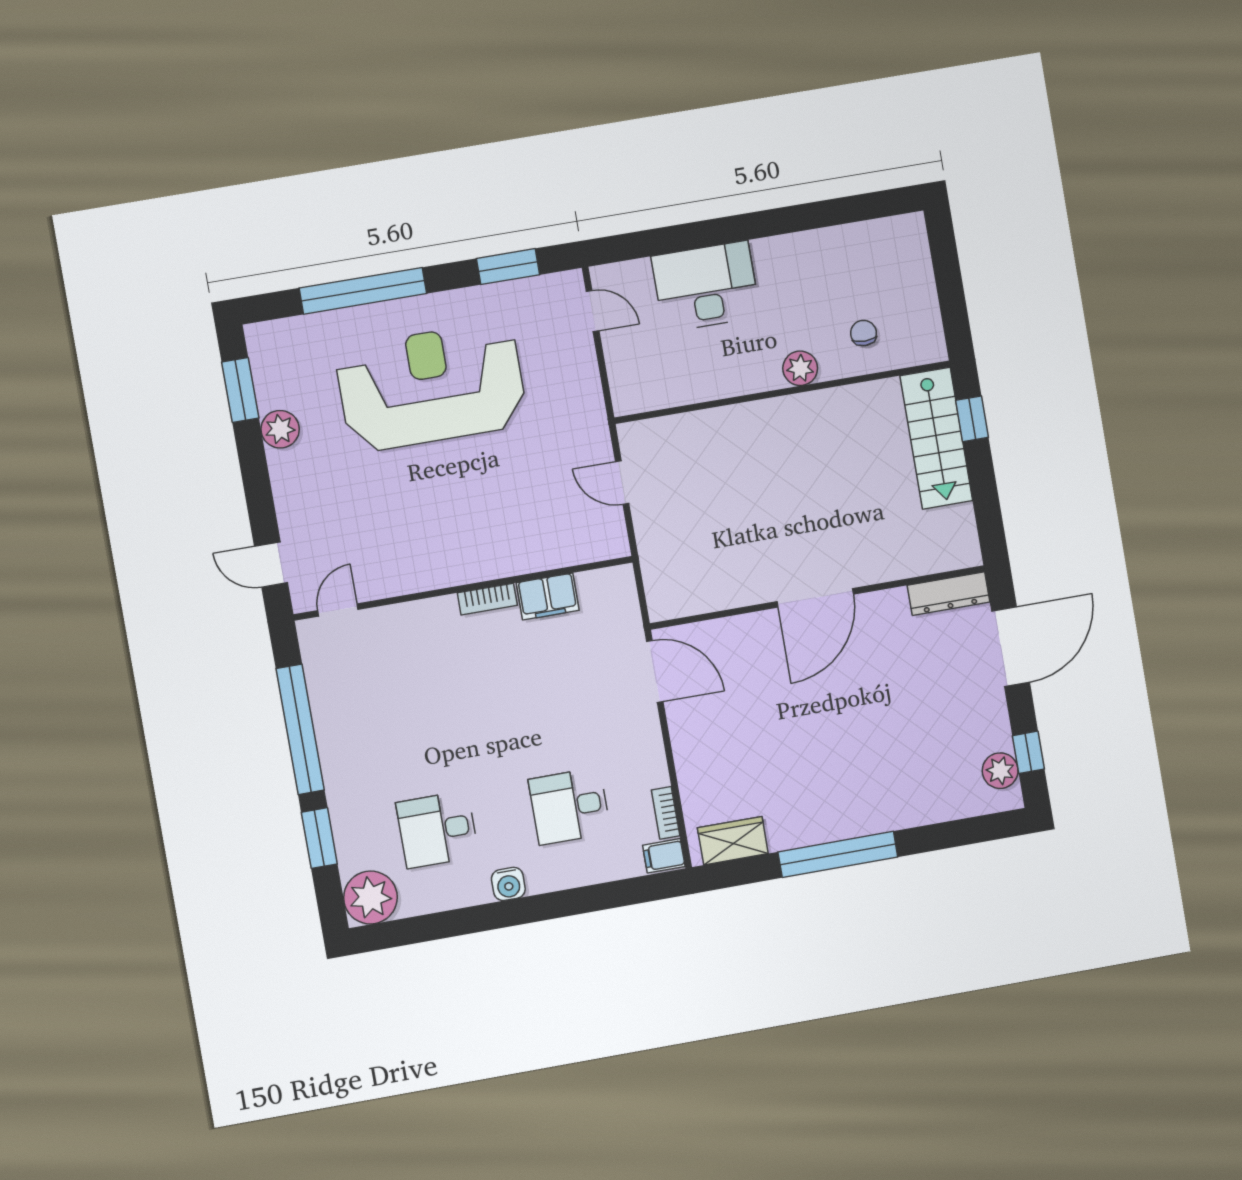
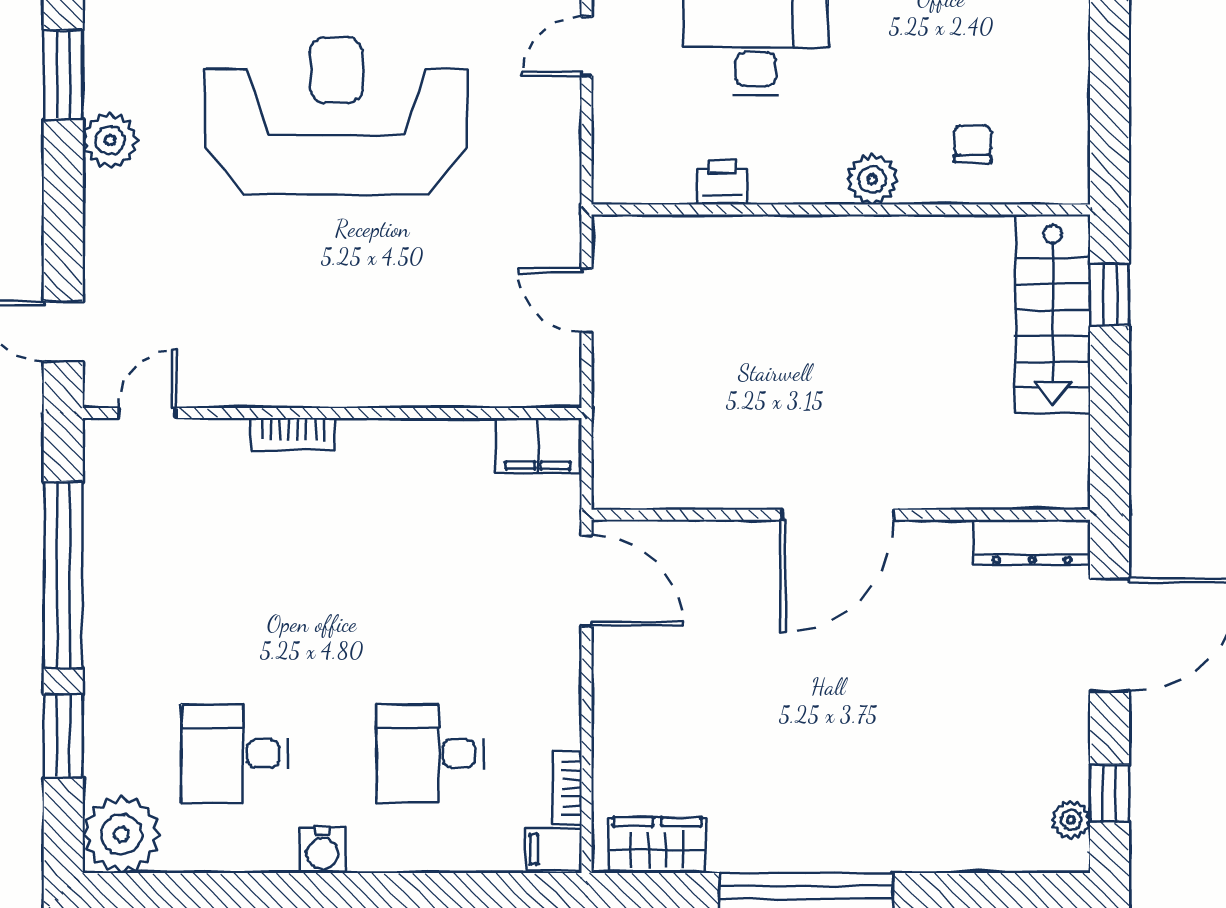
door: (593, 311) -> (586, 47), swing flipped
printer: (700, 387) -> (722, 182), added
filing cabinet: (548, 597) -> (538, 446), moved
bookcase: (487, 599) -> (293, 434), moved
plant: (1000, 771) -> (1071, 820), width x0.73, depth x0.73

